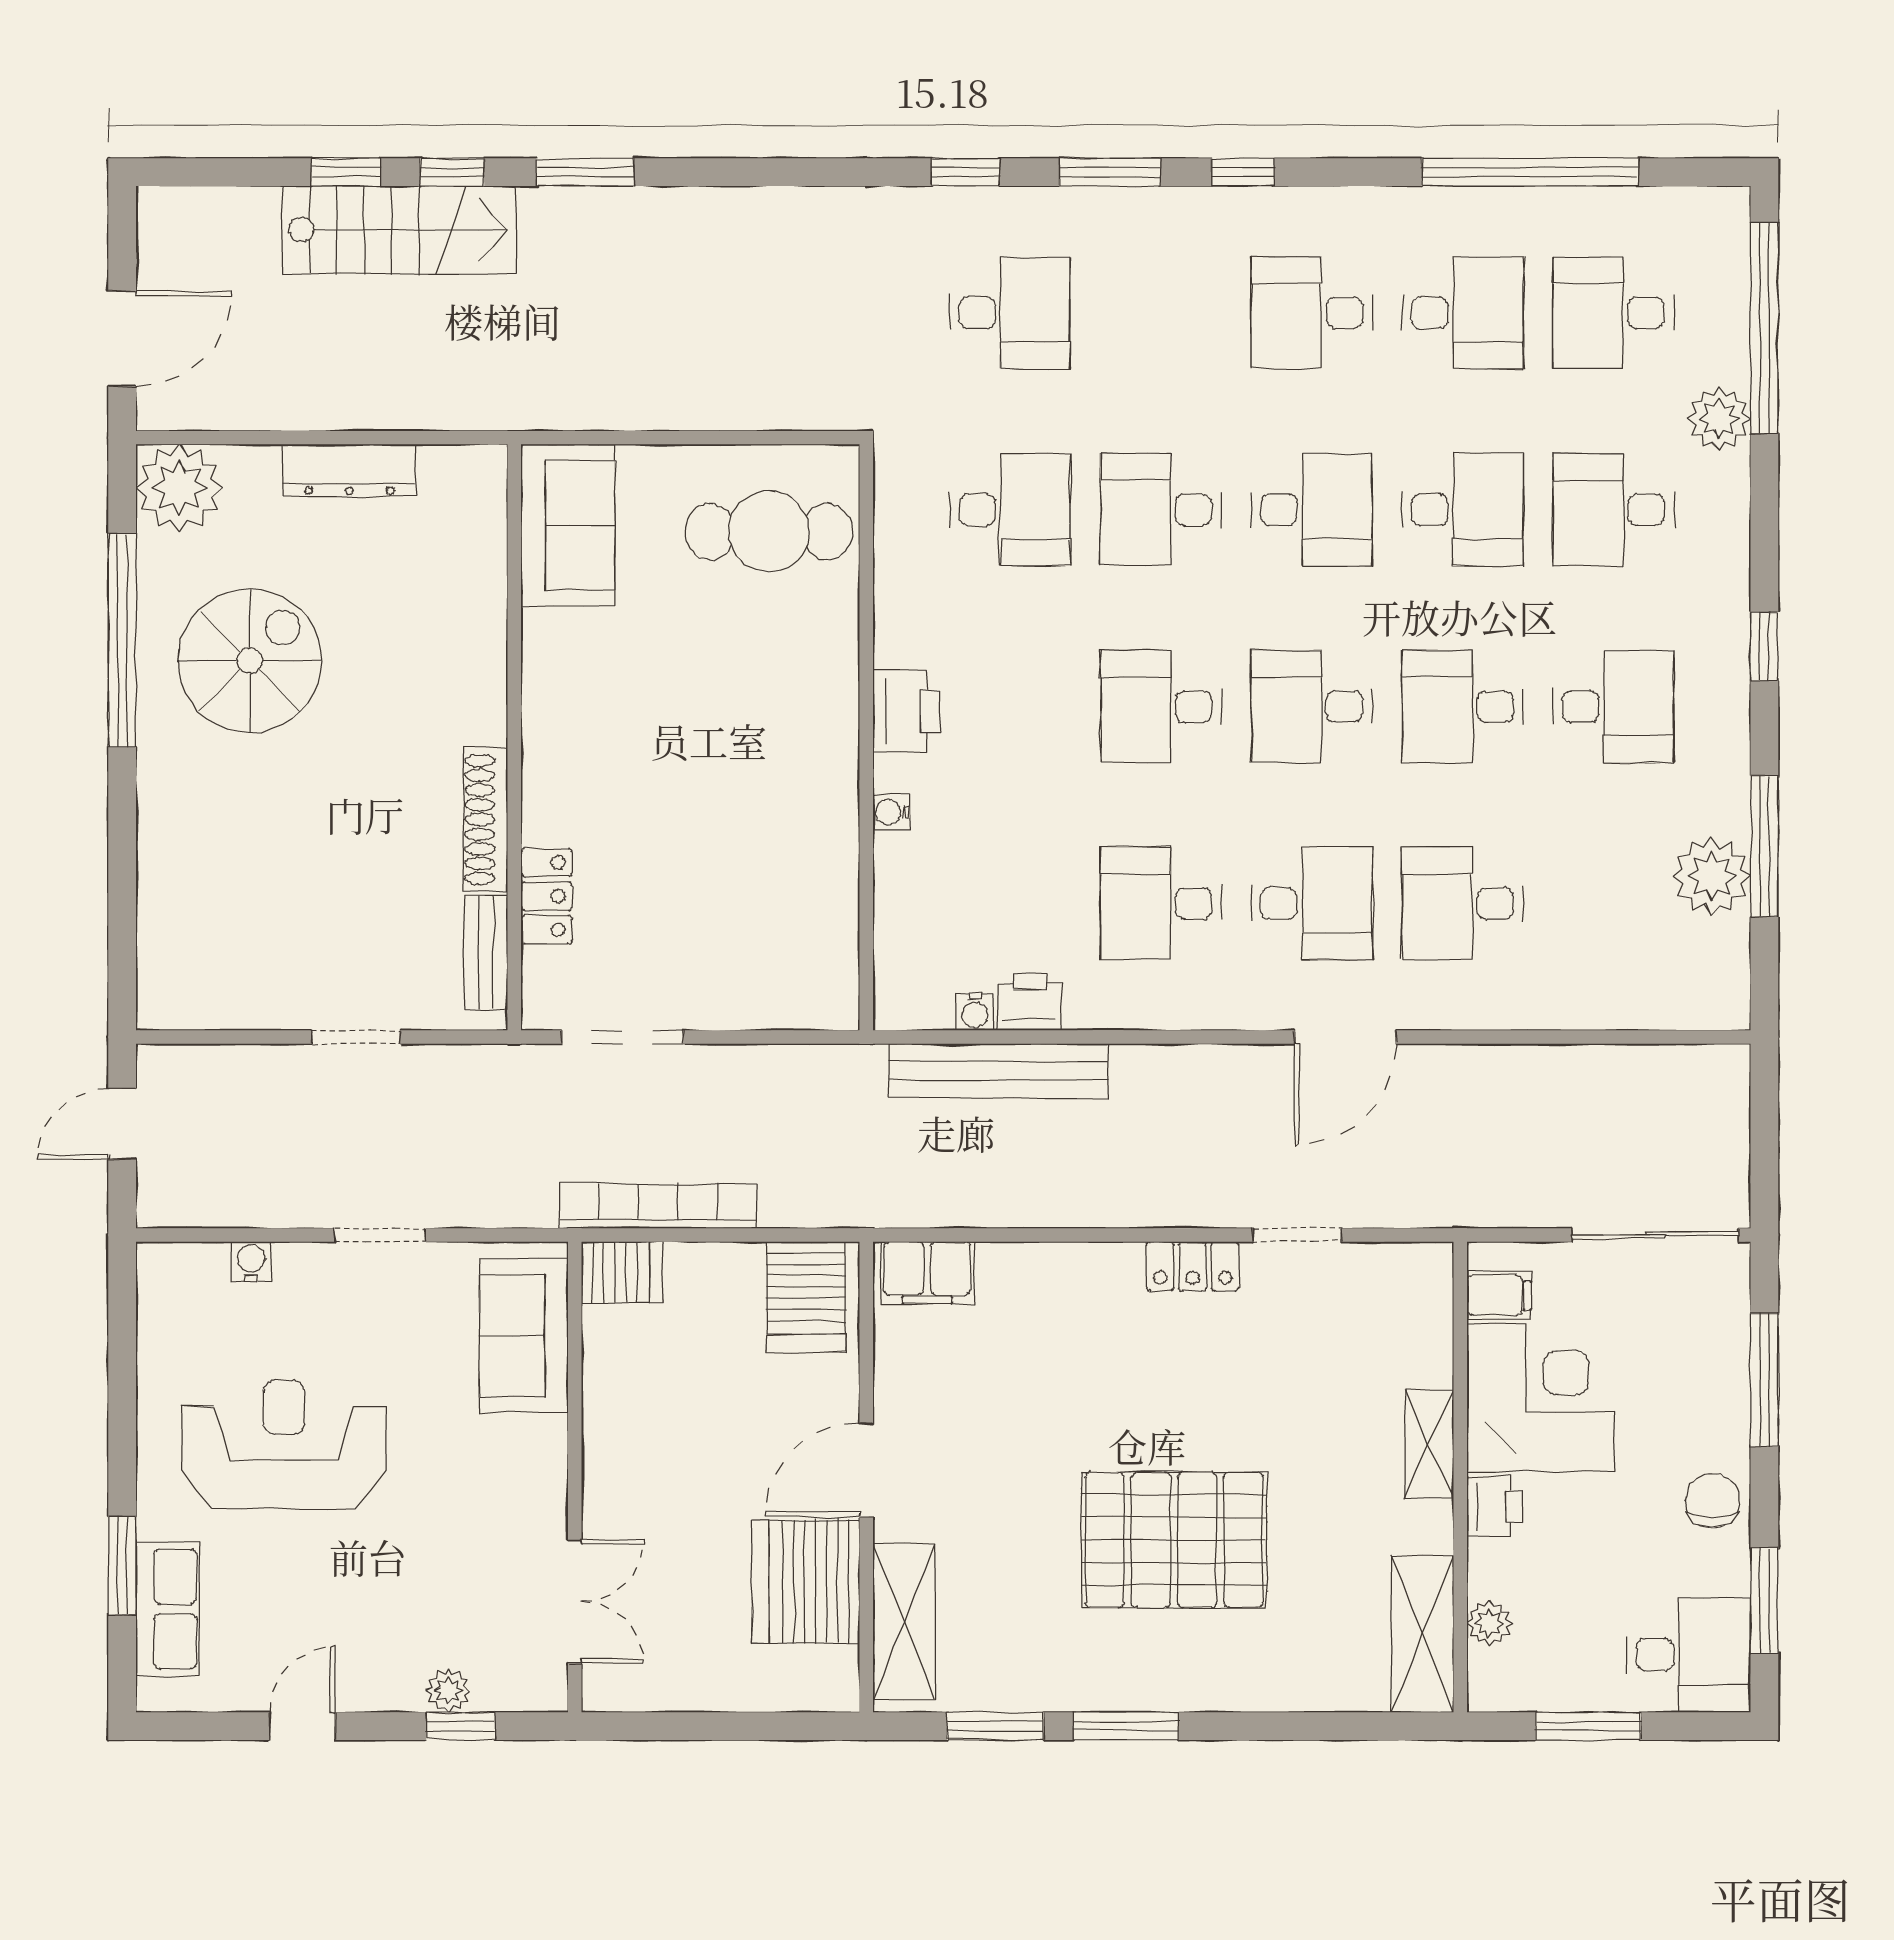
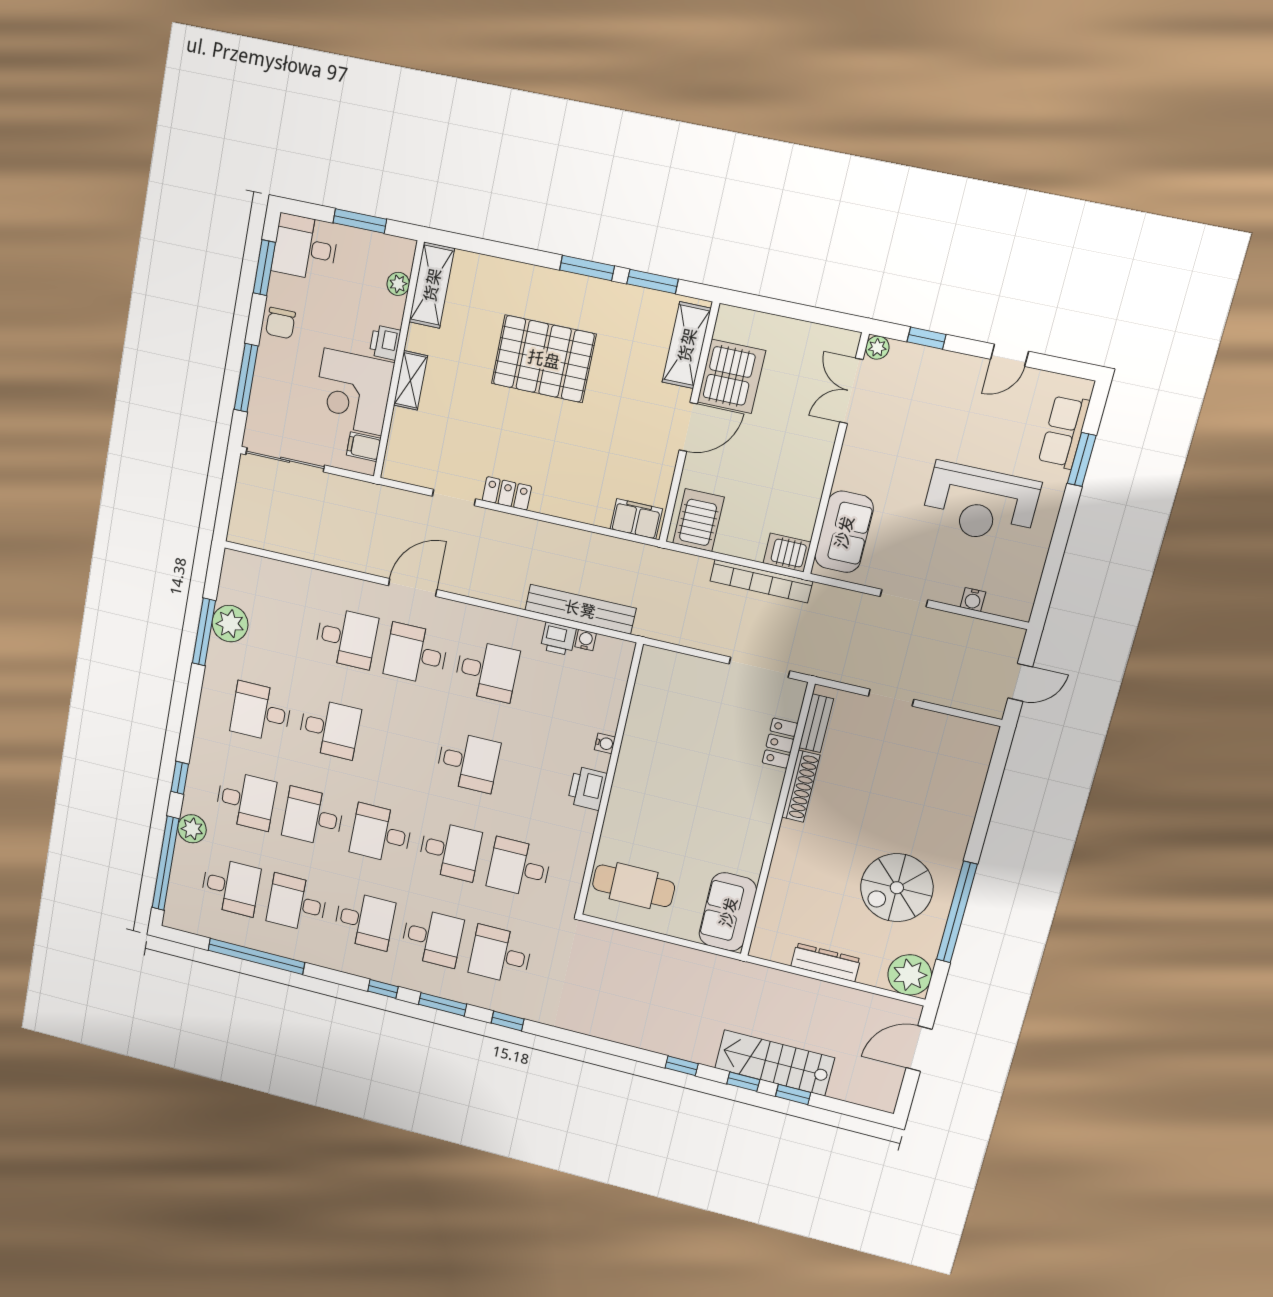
window: (585, 172) -> (682, 1066), width x0.67
window: (1764, 646) -> (180, 778), moved
desk: (1312, 707) -> (432, 938), moved
plant: (449, 1691) -> (877, 348), moved

